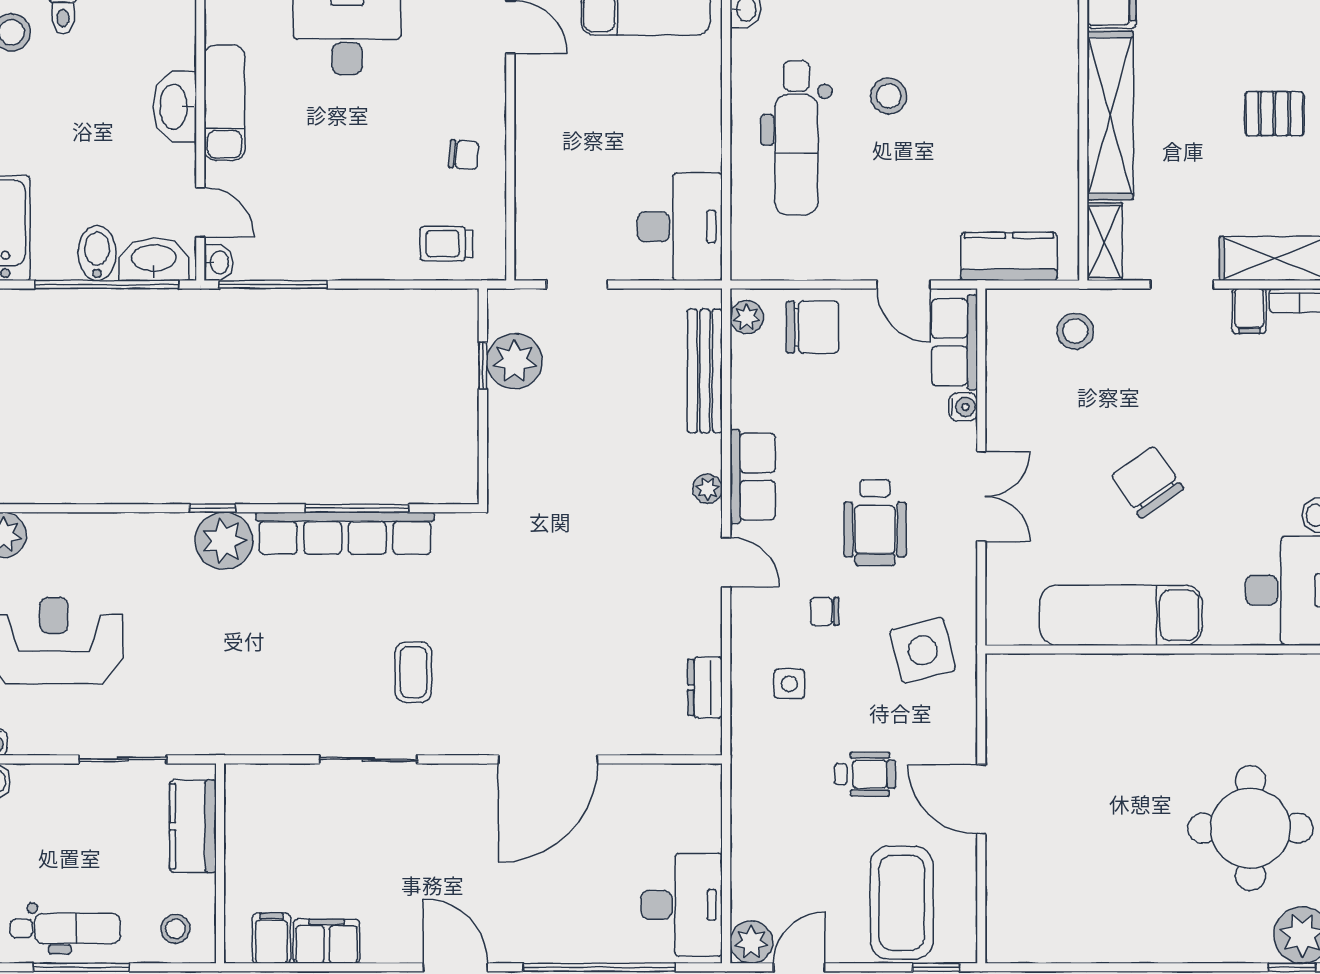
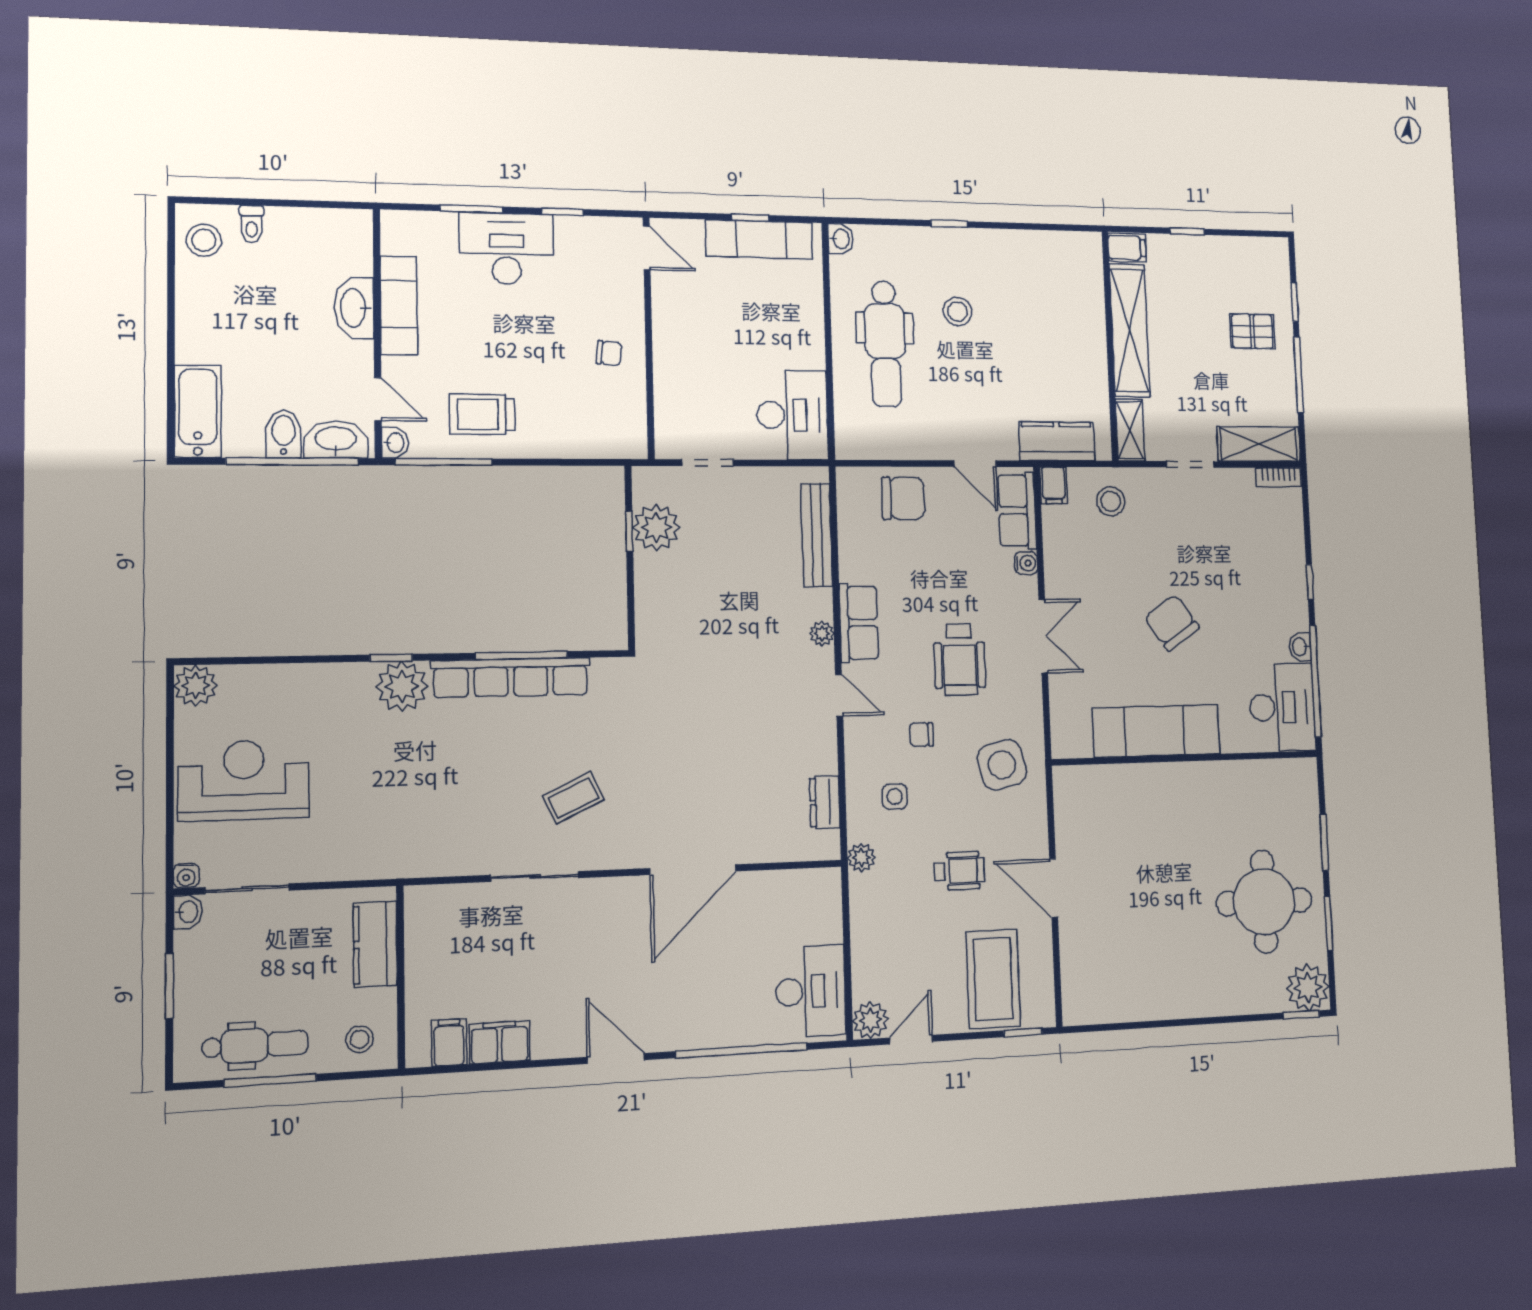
trolley: (446, 244) -> (482, 414), moved, width x1.36, depth x1.39
filing cabinet: (1249, 311) -> (1053, 485), moved
plant: (747, 317) -> (861, 858), moved
coffee table: (413, 672) -> (574, 798), turned 65
sliding door: (123, 759) -> (247, 889), moved

